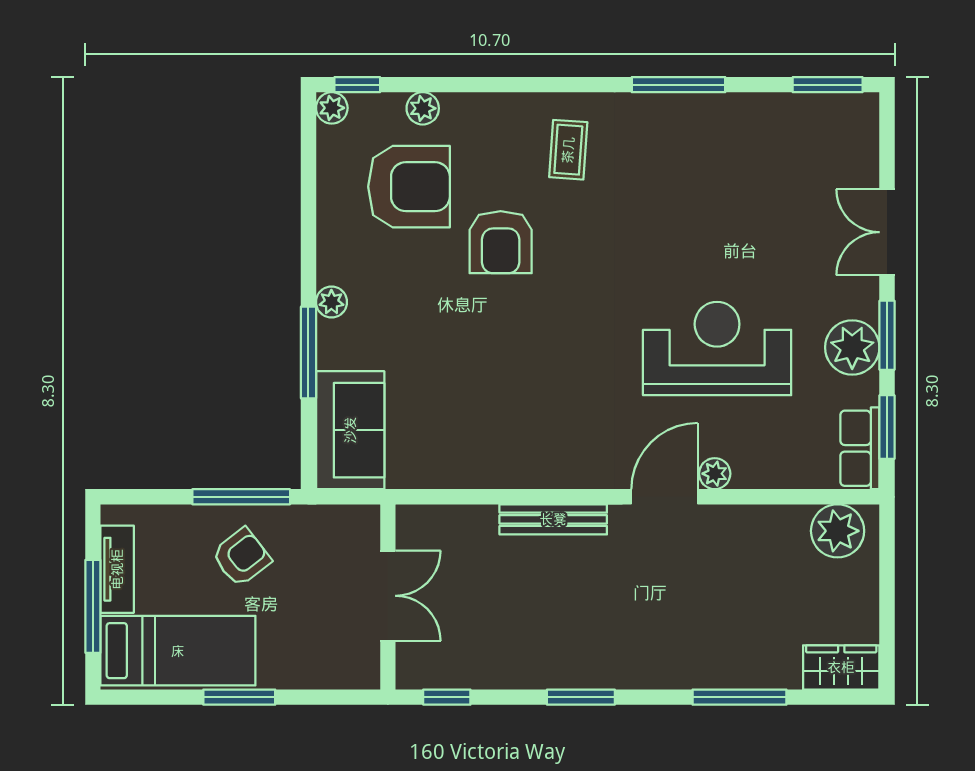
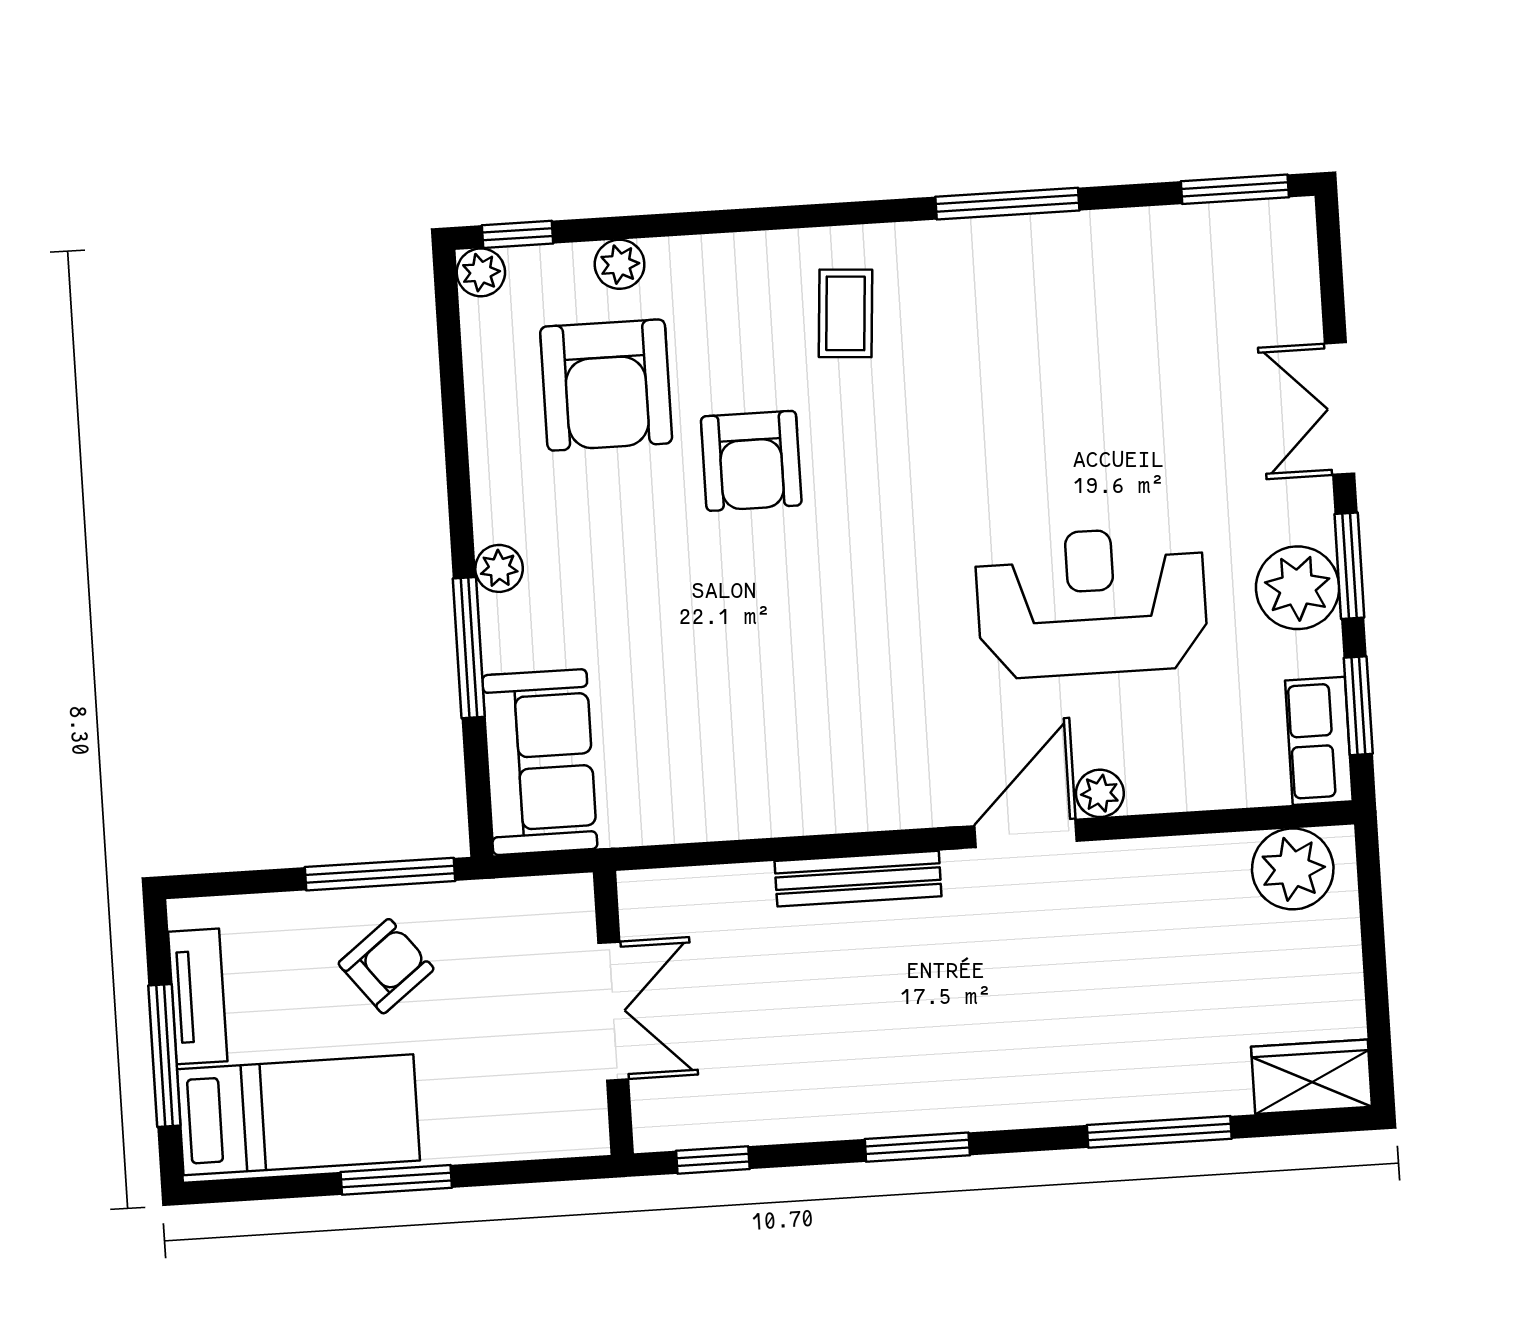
armchair: (409, 187) -> (606, 385), turned 90

